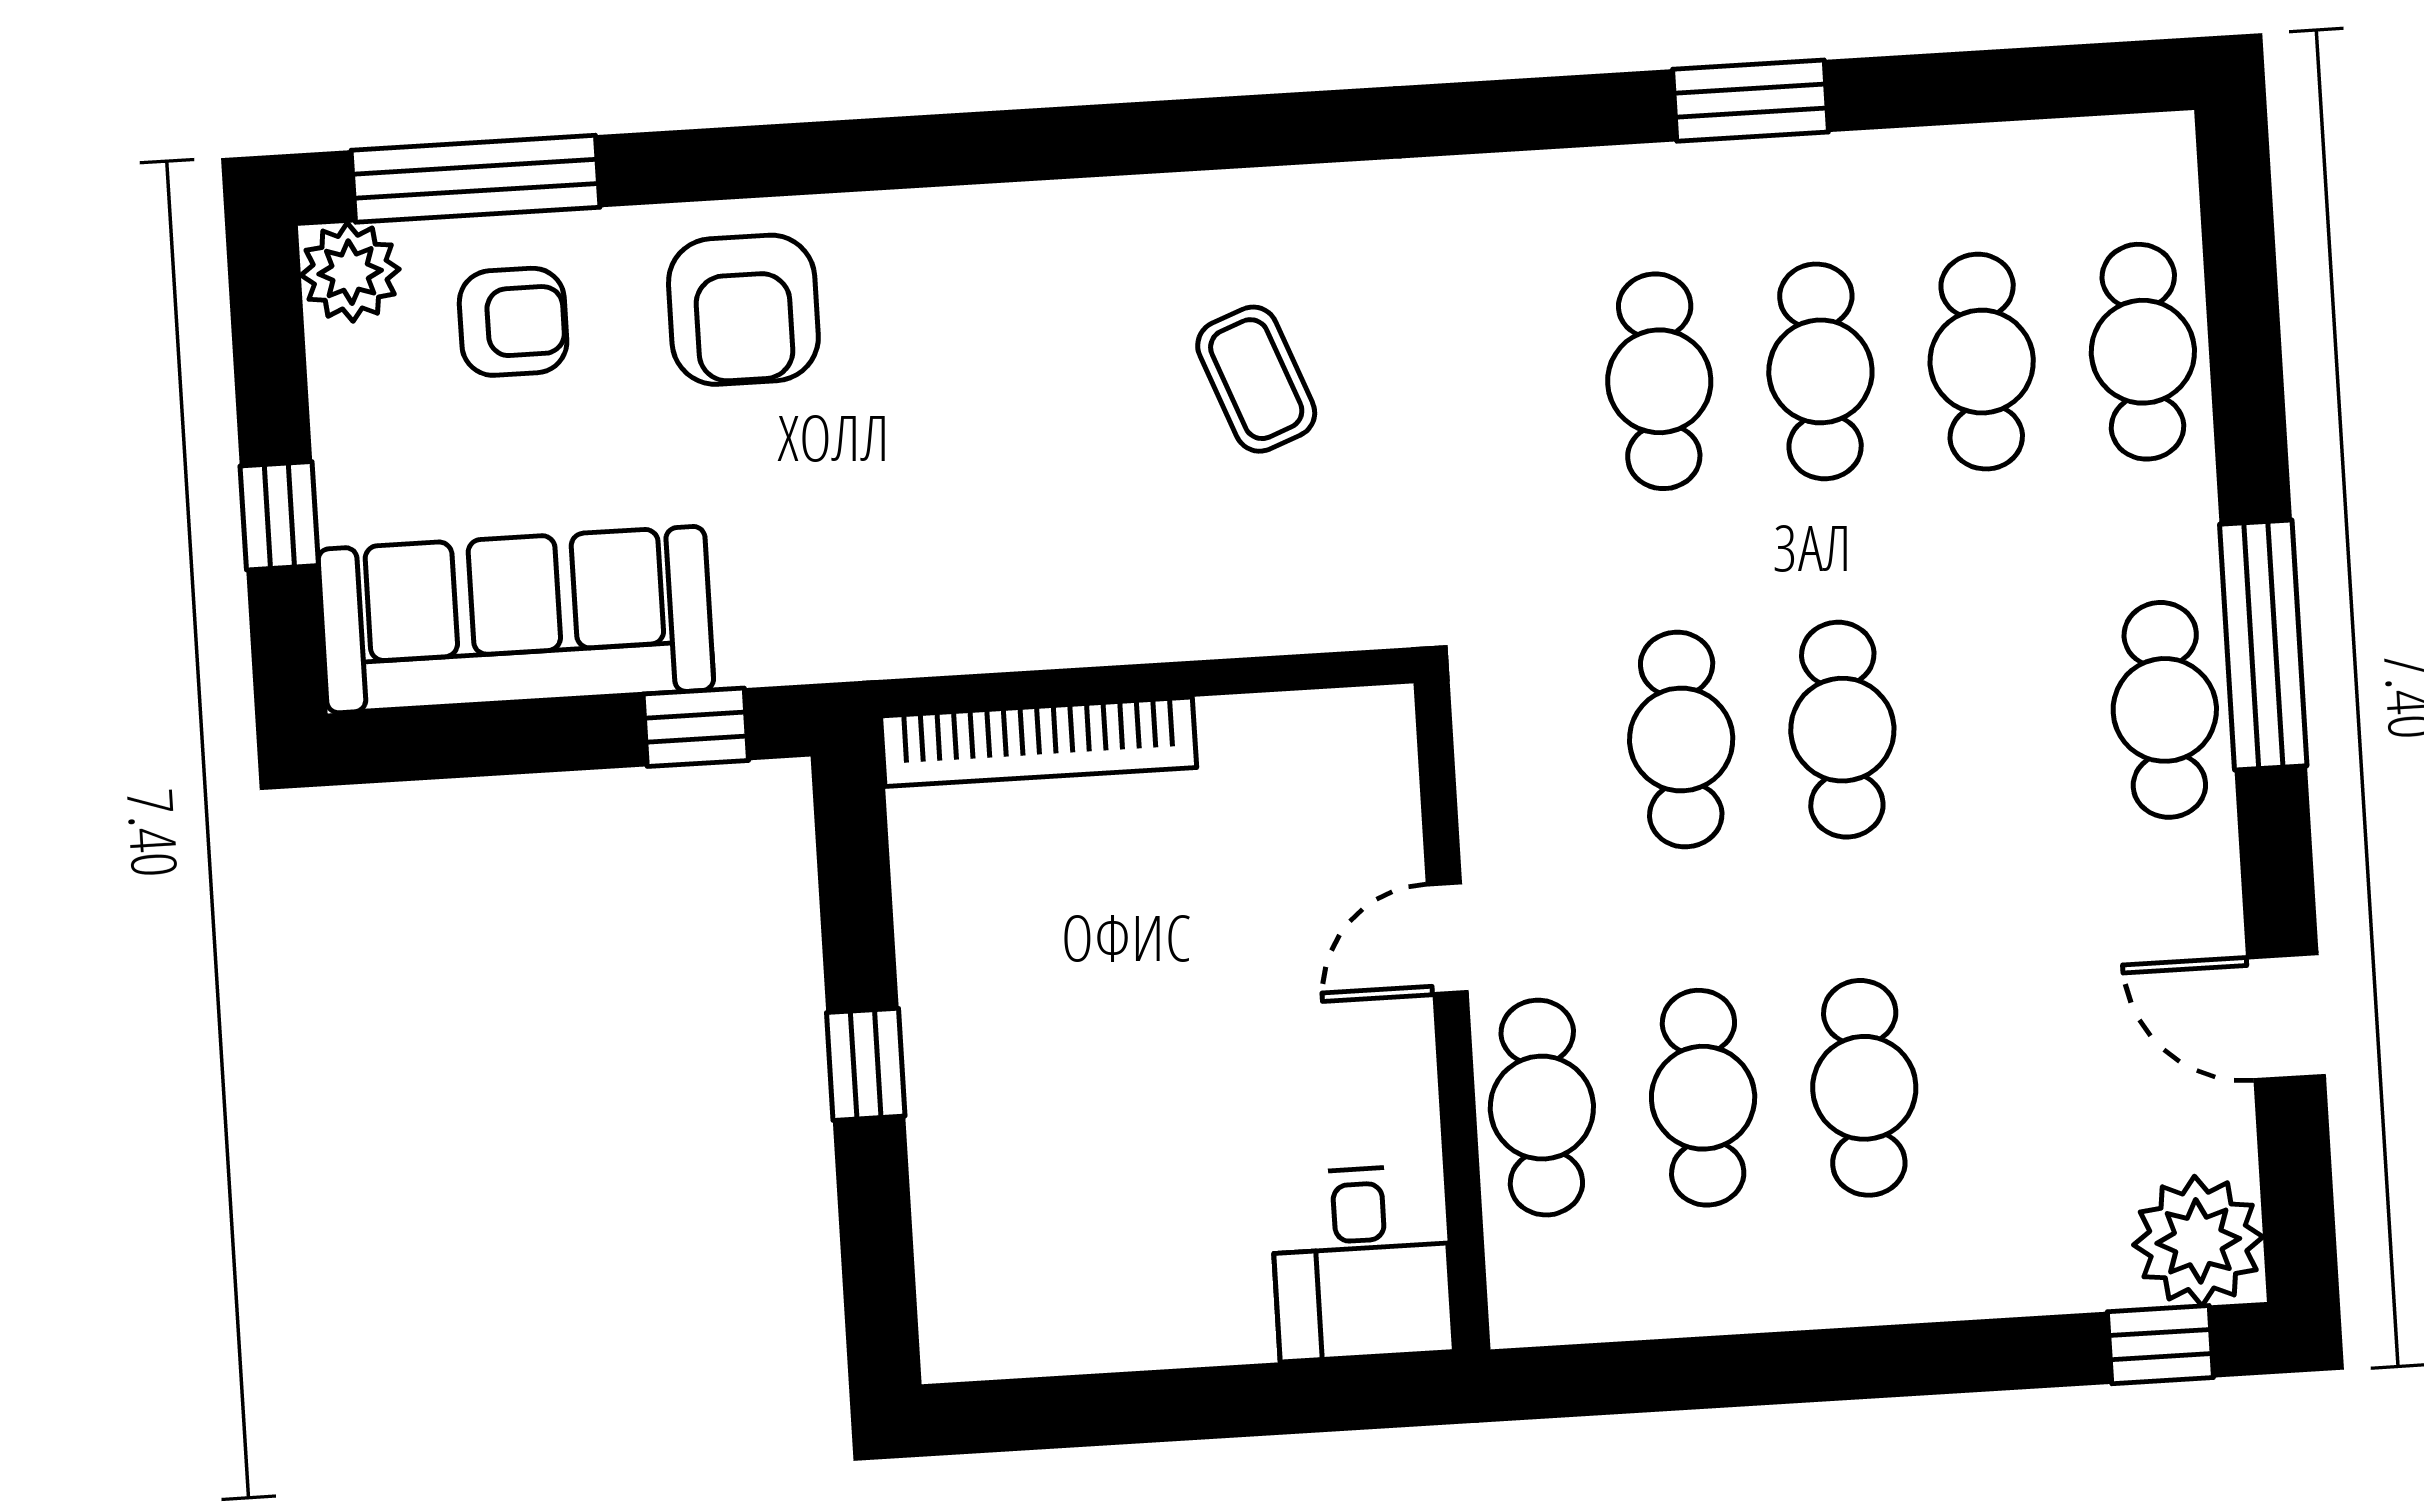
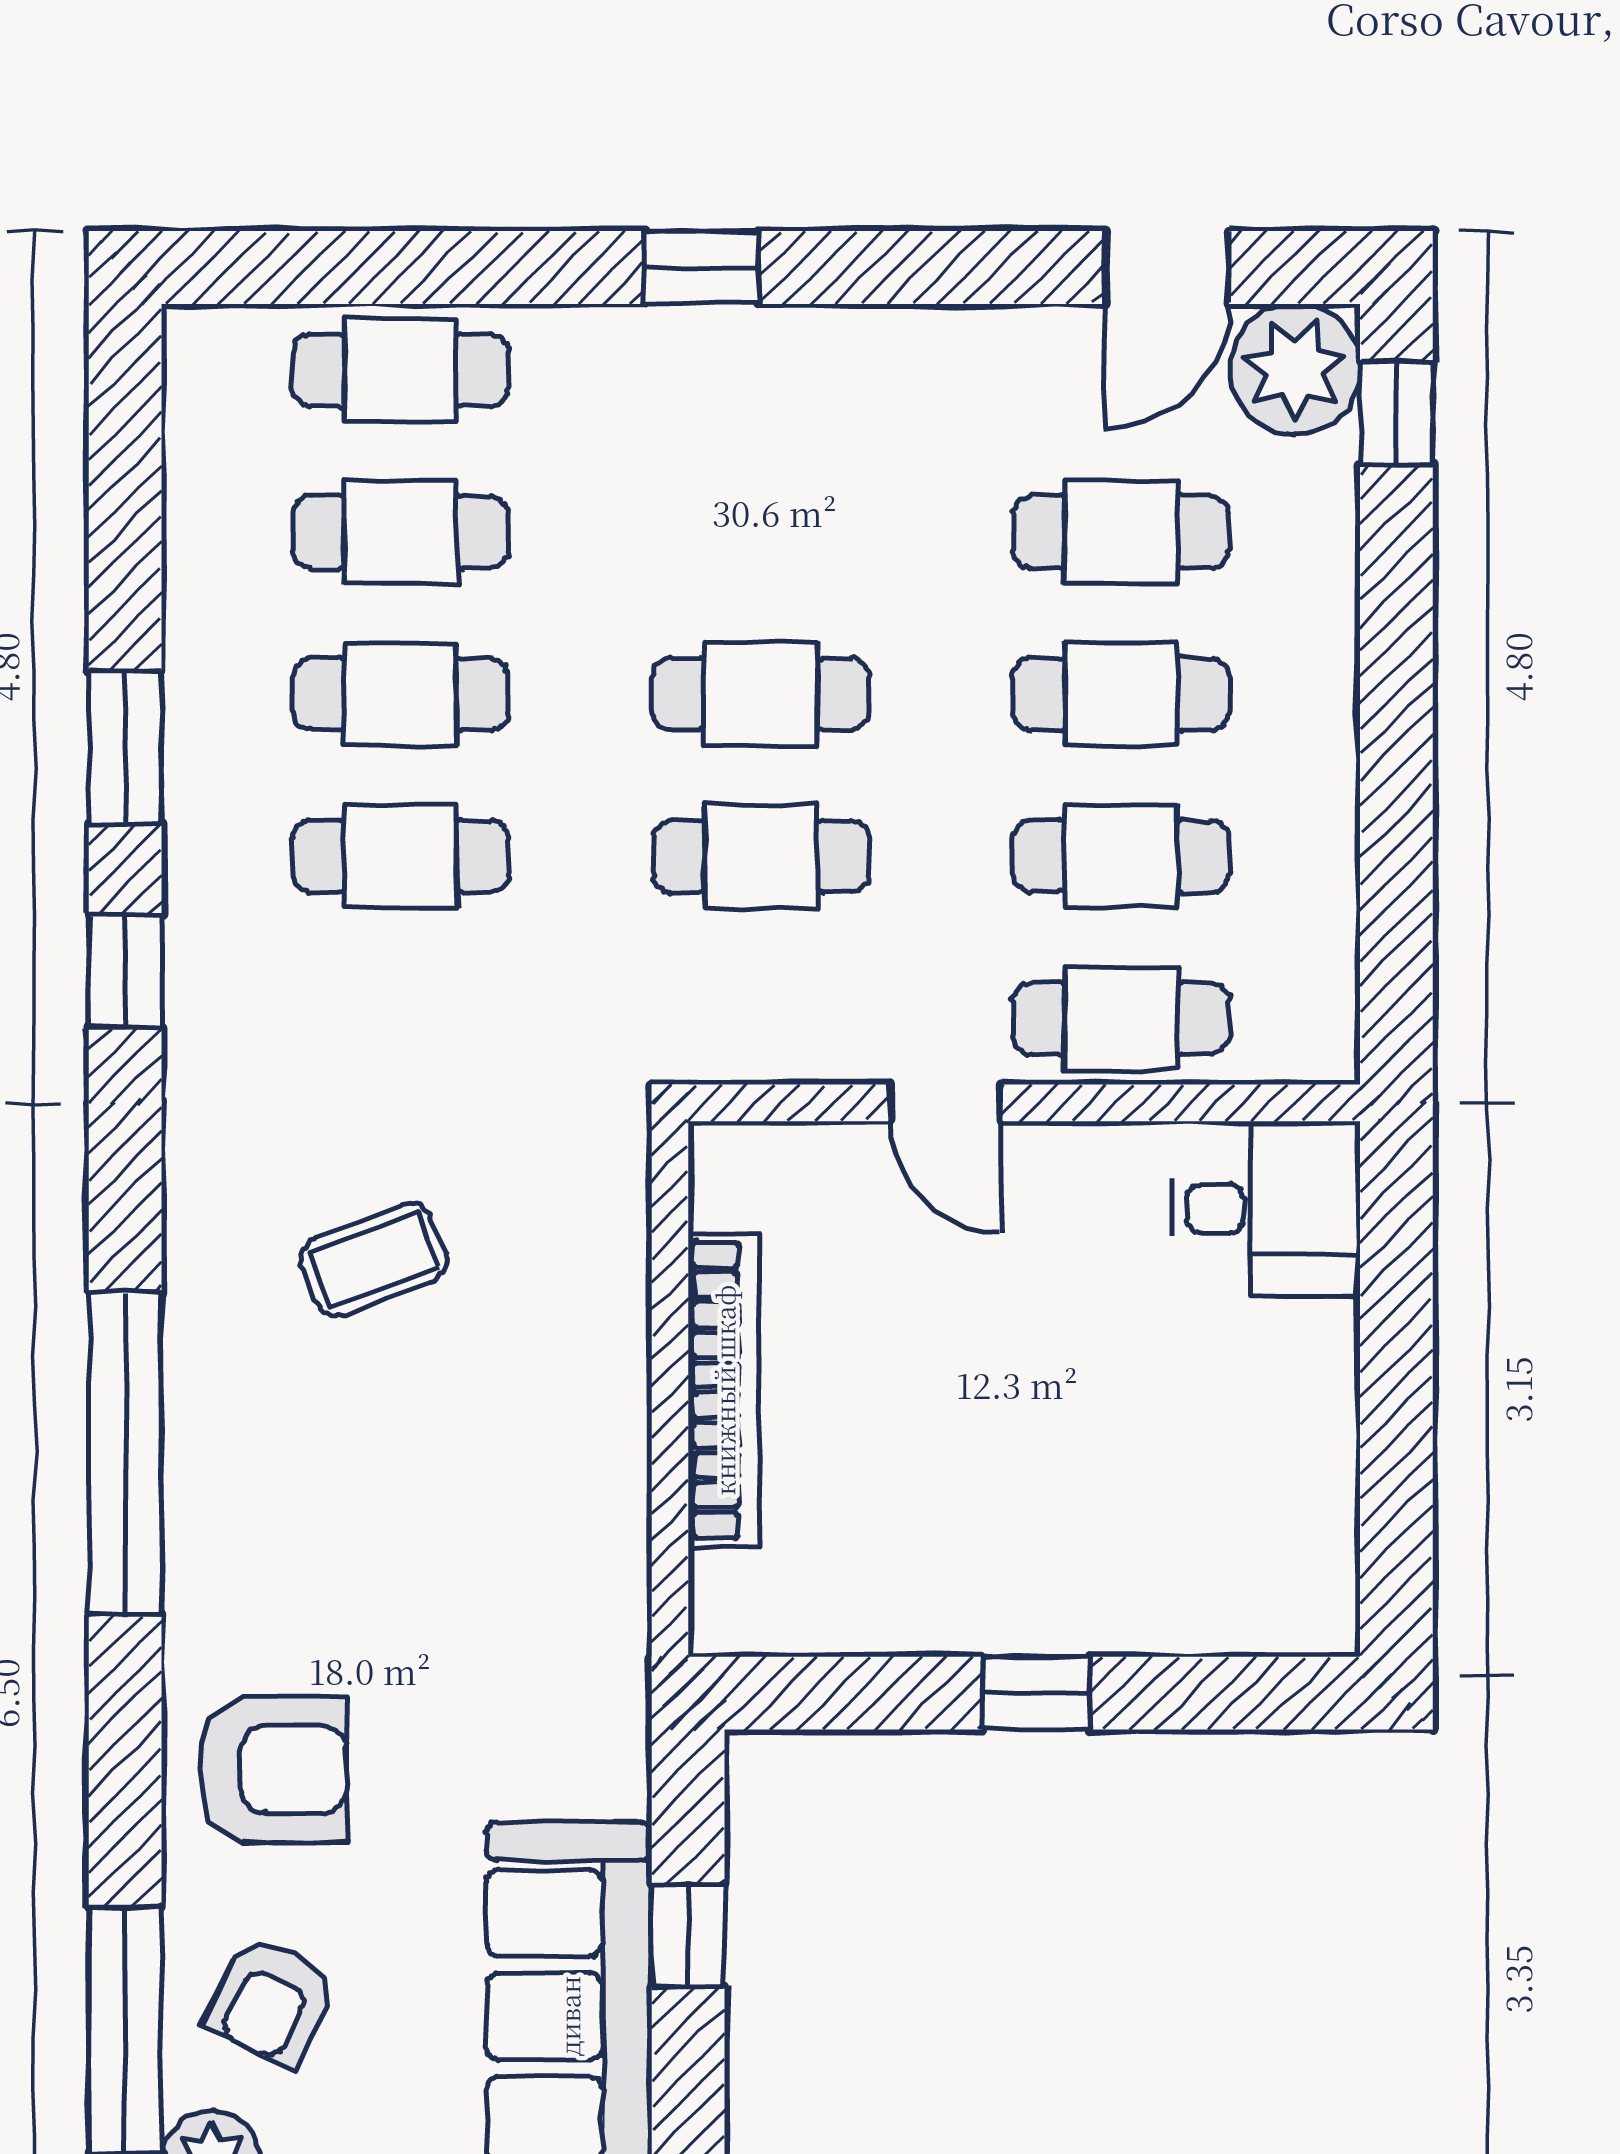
window: (1528, 114) -> (125, 971), added
window: (1049, 144) -> (125, 1454), added
armchair: (513, 322) -> (271, 2001), turned -153
window: (2263, 645) -> (702, 267), width x0.46
cafe table: (2165, 710) -> (1121, 532), moved
window: (696, 727) -> (688, 1936), moved
bookcase: (1039, 742) -> (724, 1390), moved
door: (2286, 1017) -> (1167, 267), moved

